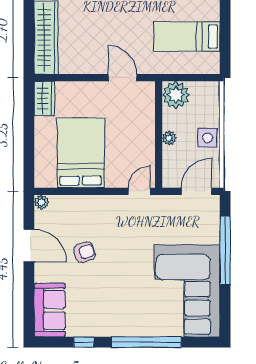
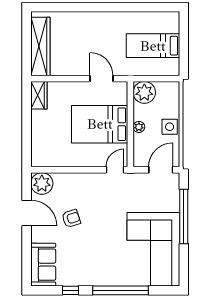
bed: (81, 153) -> (100, 124), moved, turned -90
plant: (42, 202) -> (42, 183), width x1.87, depth x1.87

